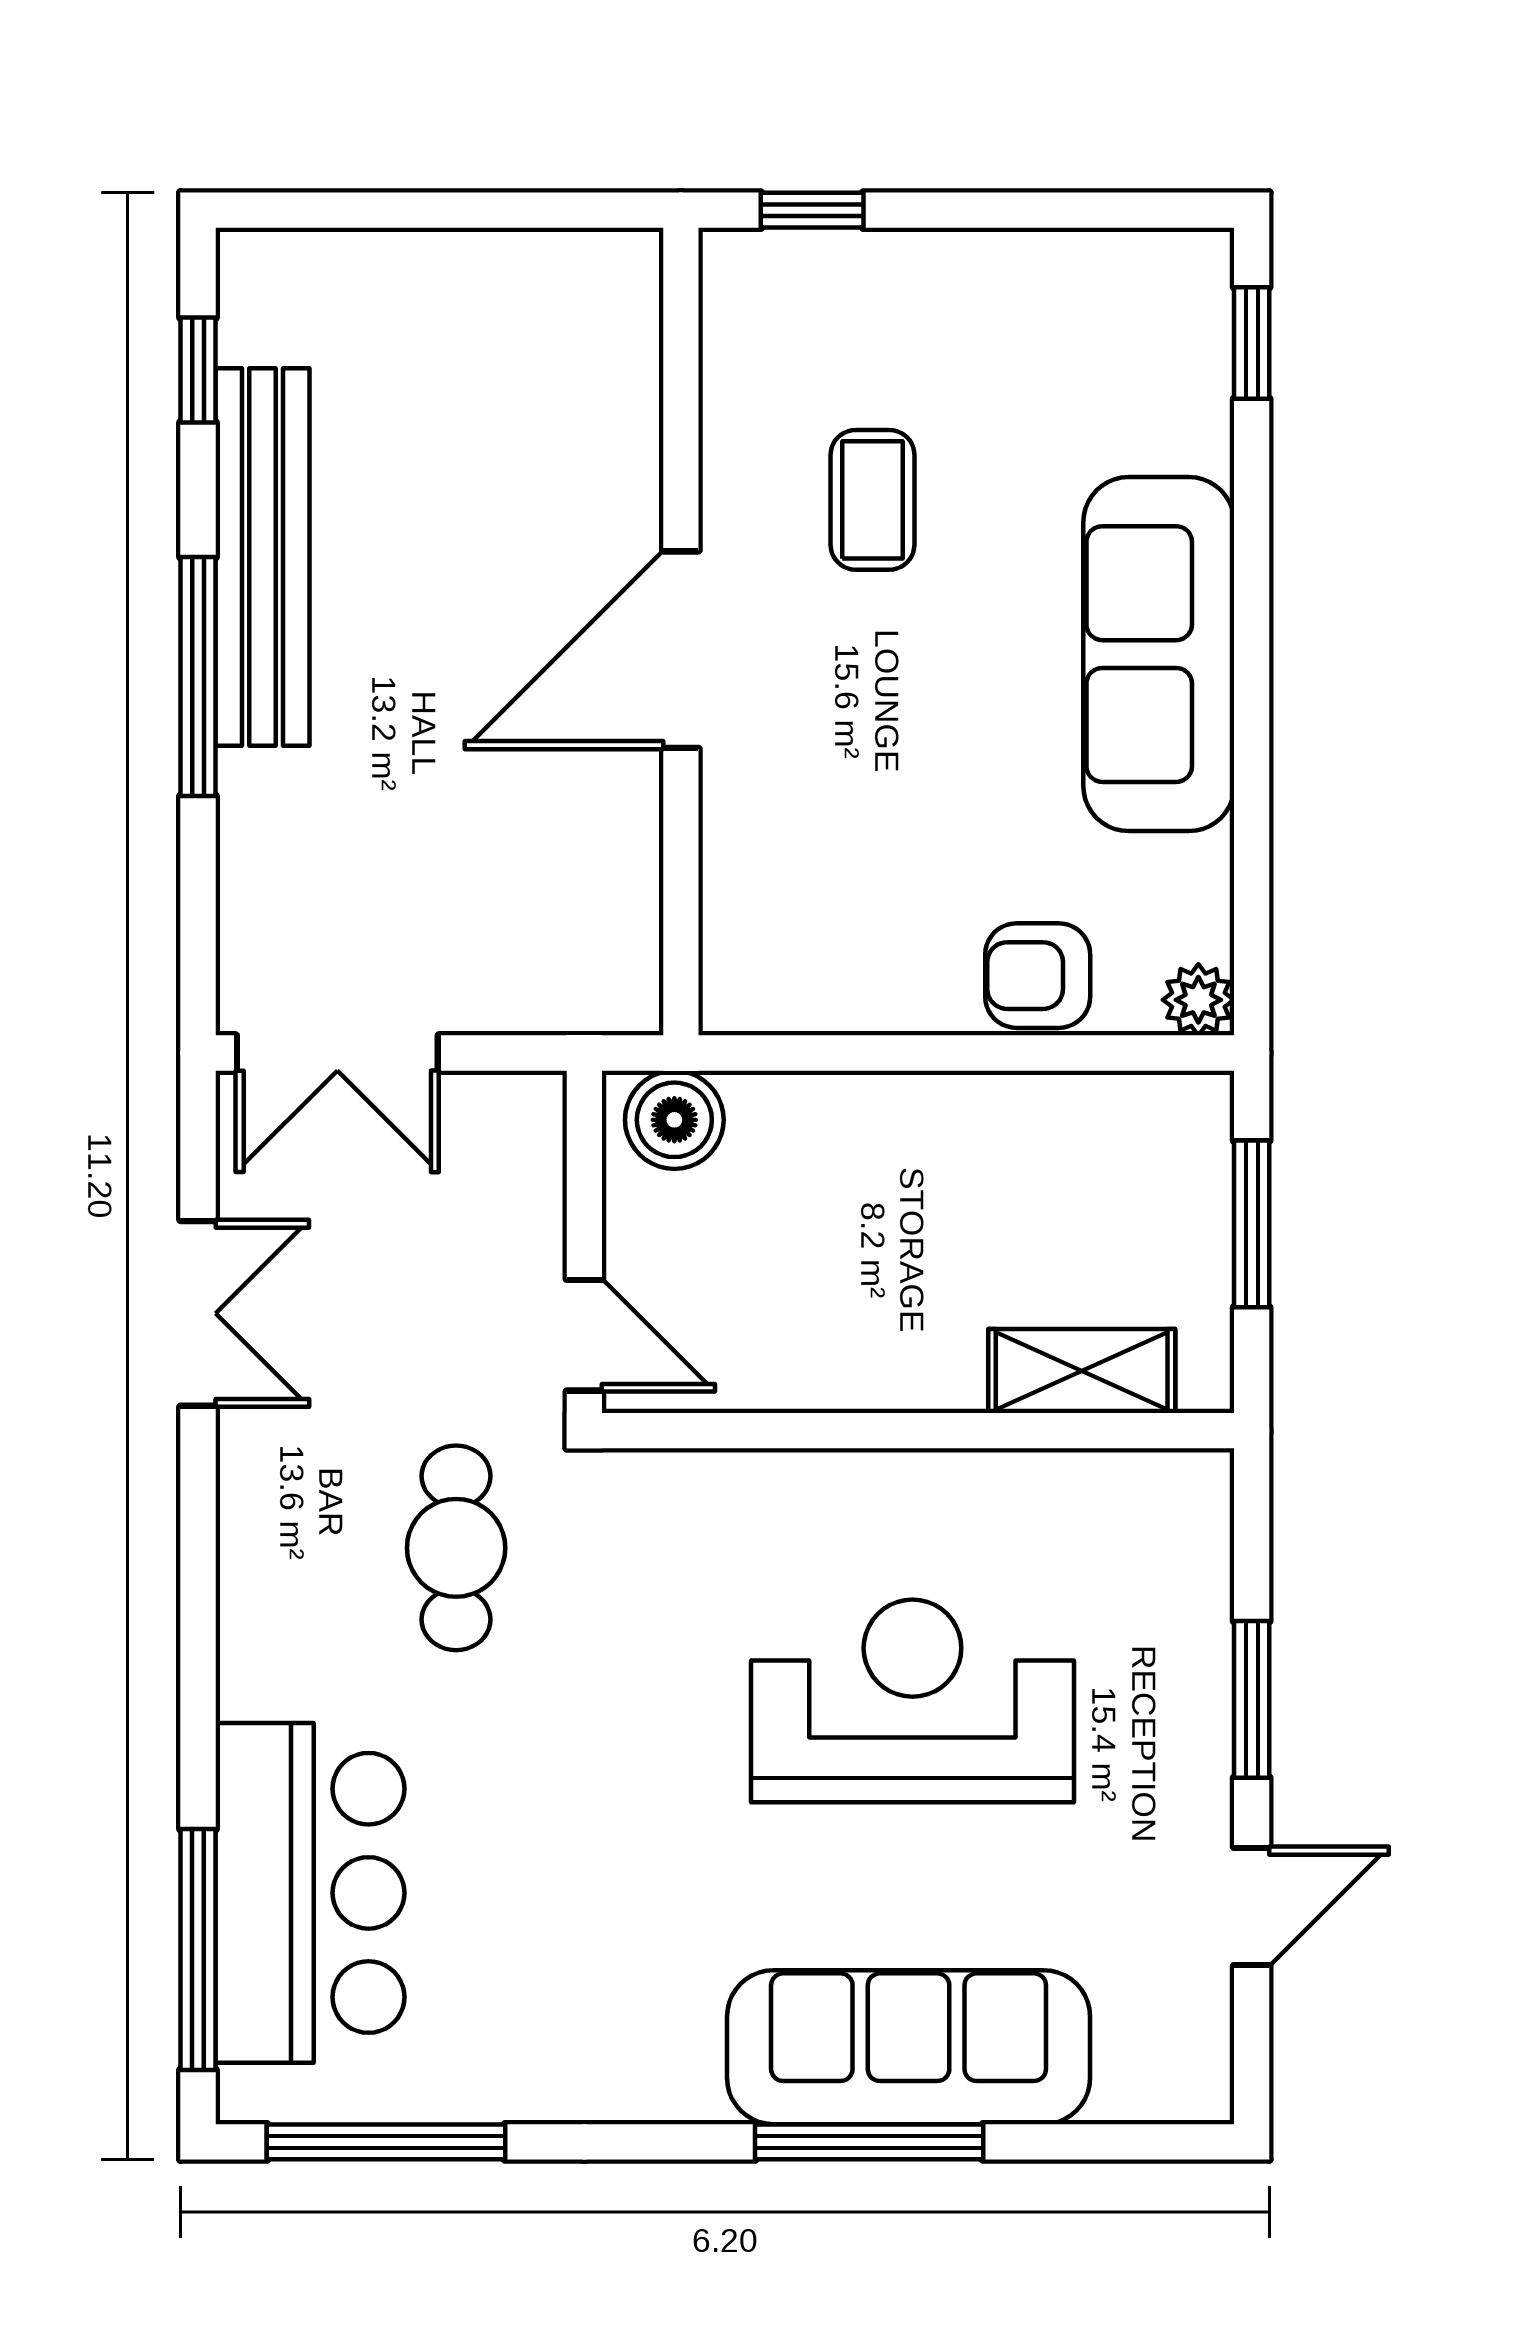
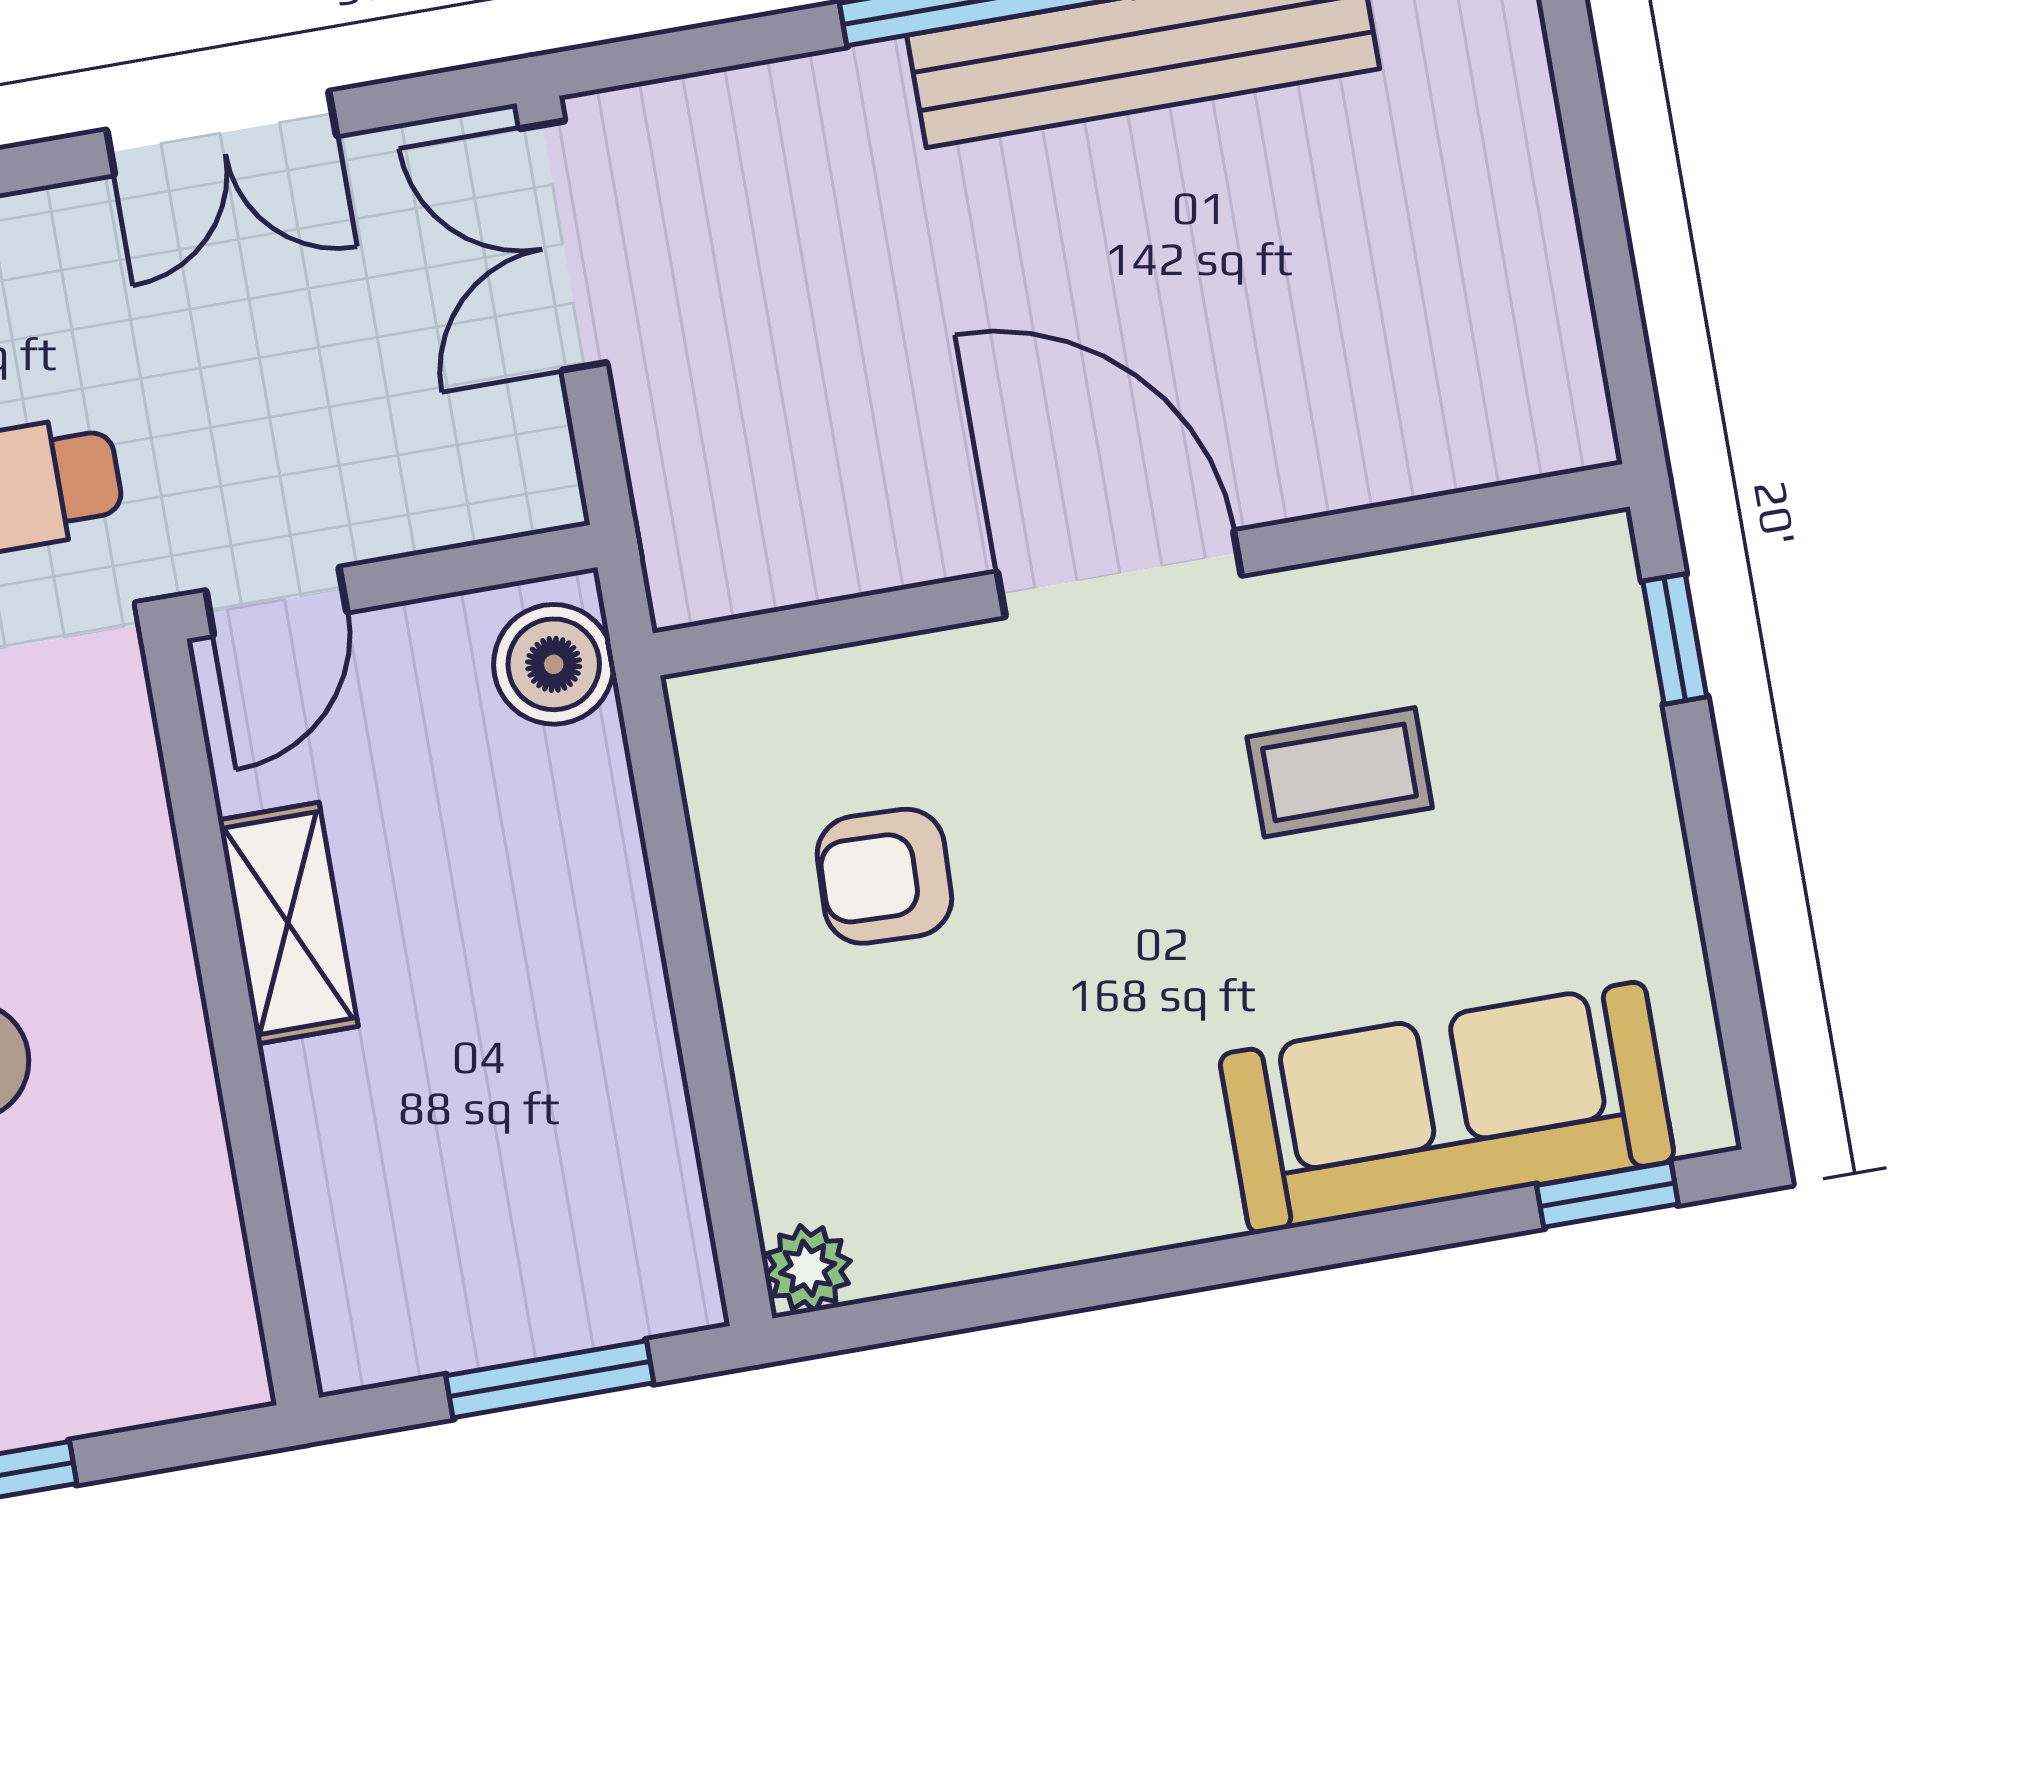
sofa: (1159, 654) -> (1447, 1108), moved
armchair: (1038, 976) -> (884, 876), moved, turned -88
shelving: (1082, 1371) -> (288, 923), moved

